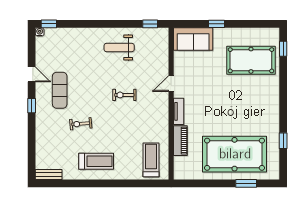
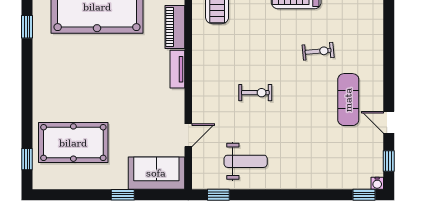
weight bench: (119, 47) -> (246, 161), moved
door: (171, 84) -> (188, 135), moved
window: (32, 106) -> (389, 161), moved

